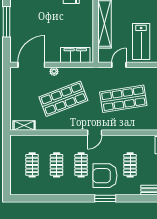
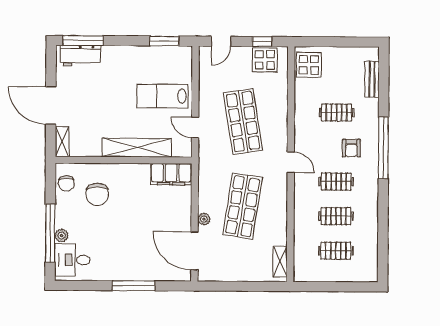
lab bench: (141, 42) -> (162, 96), turned 180
filing cabinet: (75, 55) -> (171, 174), moved, turned -90
shop shelf: (63, 99) -> (243, 206), turned 30
armchair: (105, 176) -> (351, 148), width x0.53, depth x0.53
window: (105, 198) -> (383, 148), width x2.11

